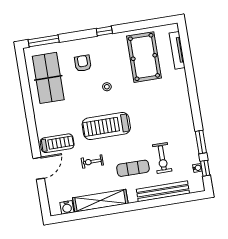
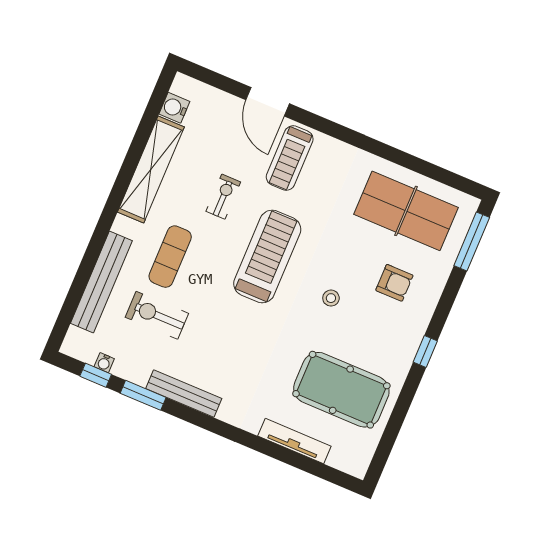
tv unit: (177, 50) -> (294, 441), moved
bench: (189, 125) -> (184, 394), added

